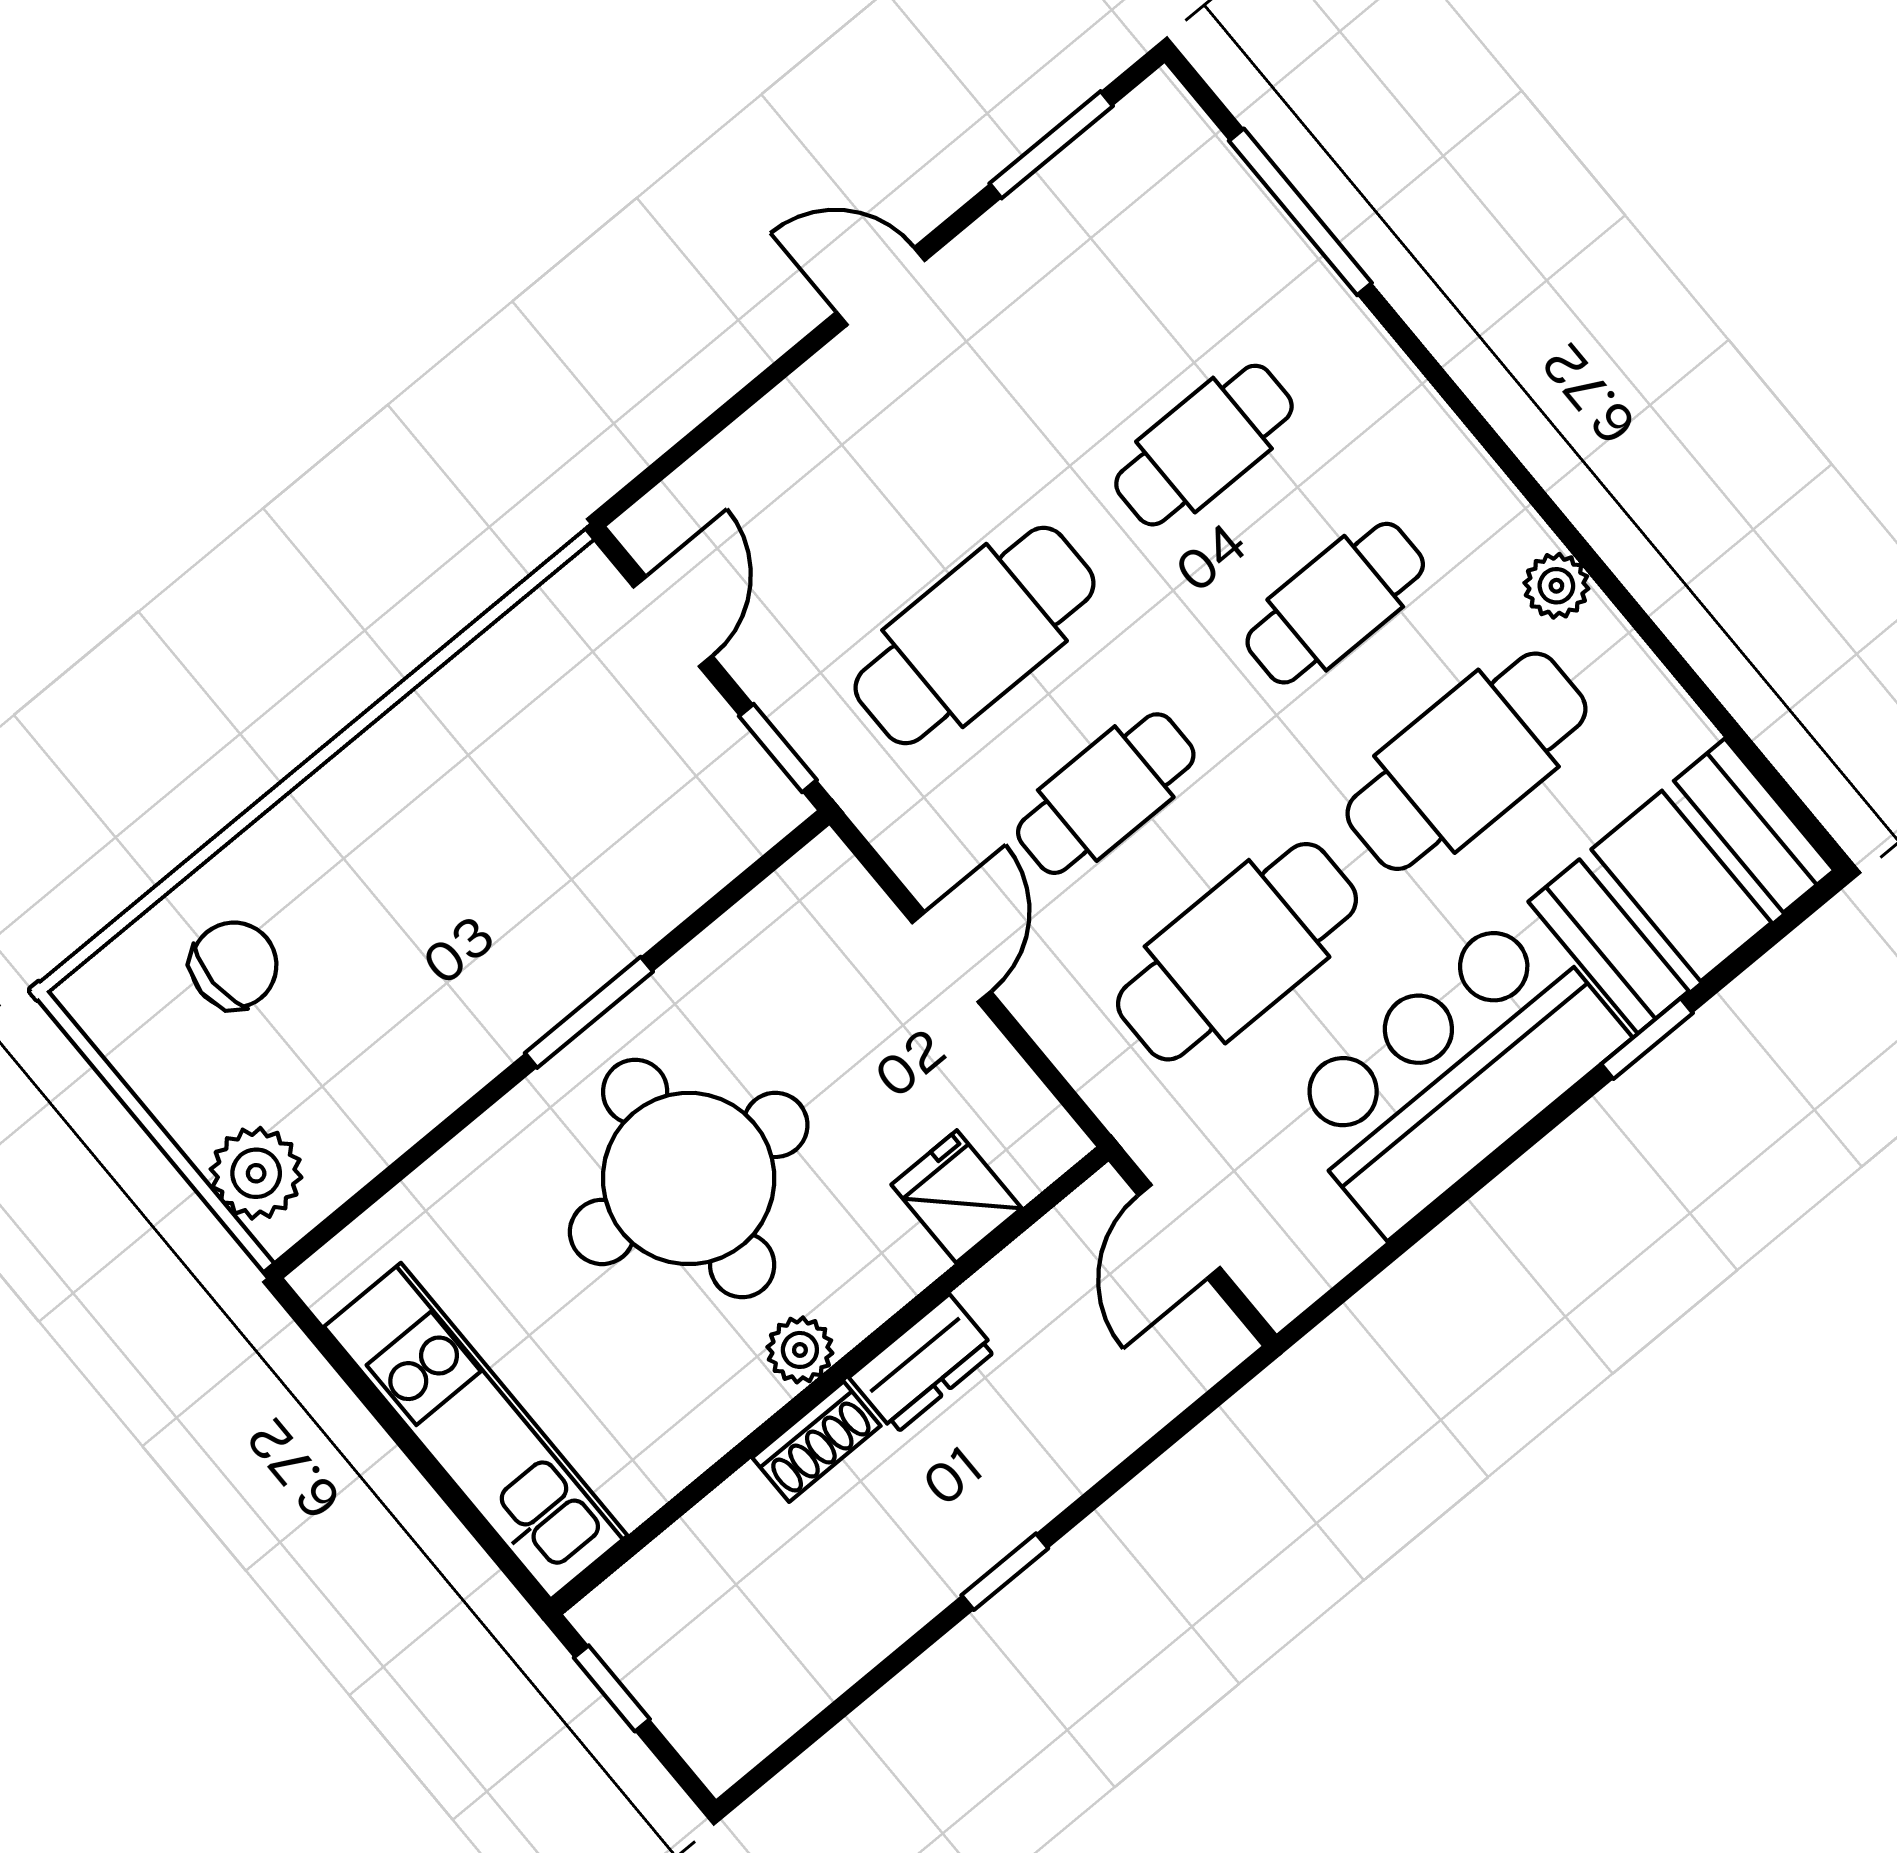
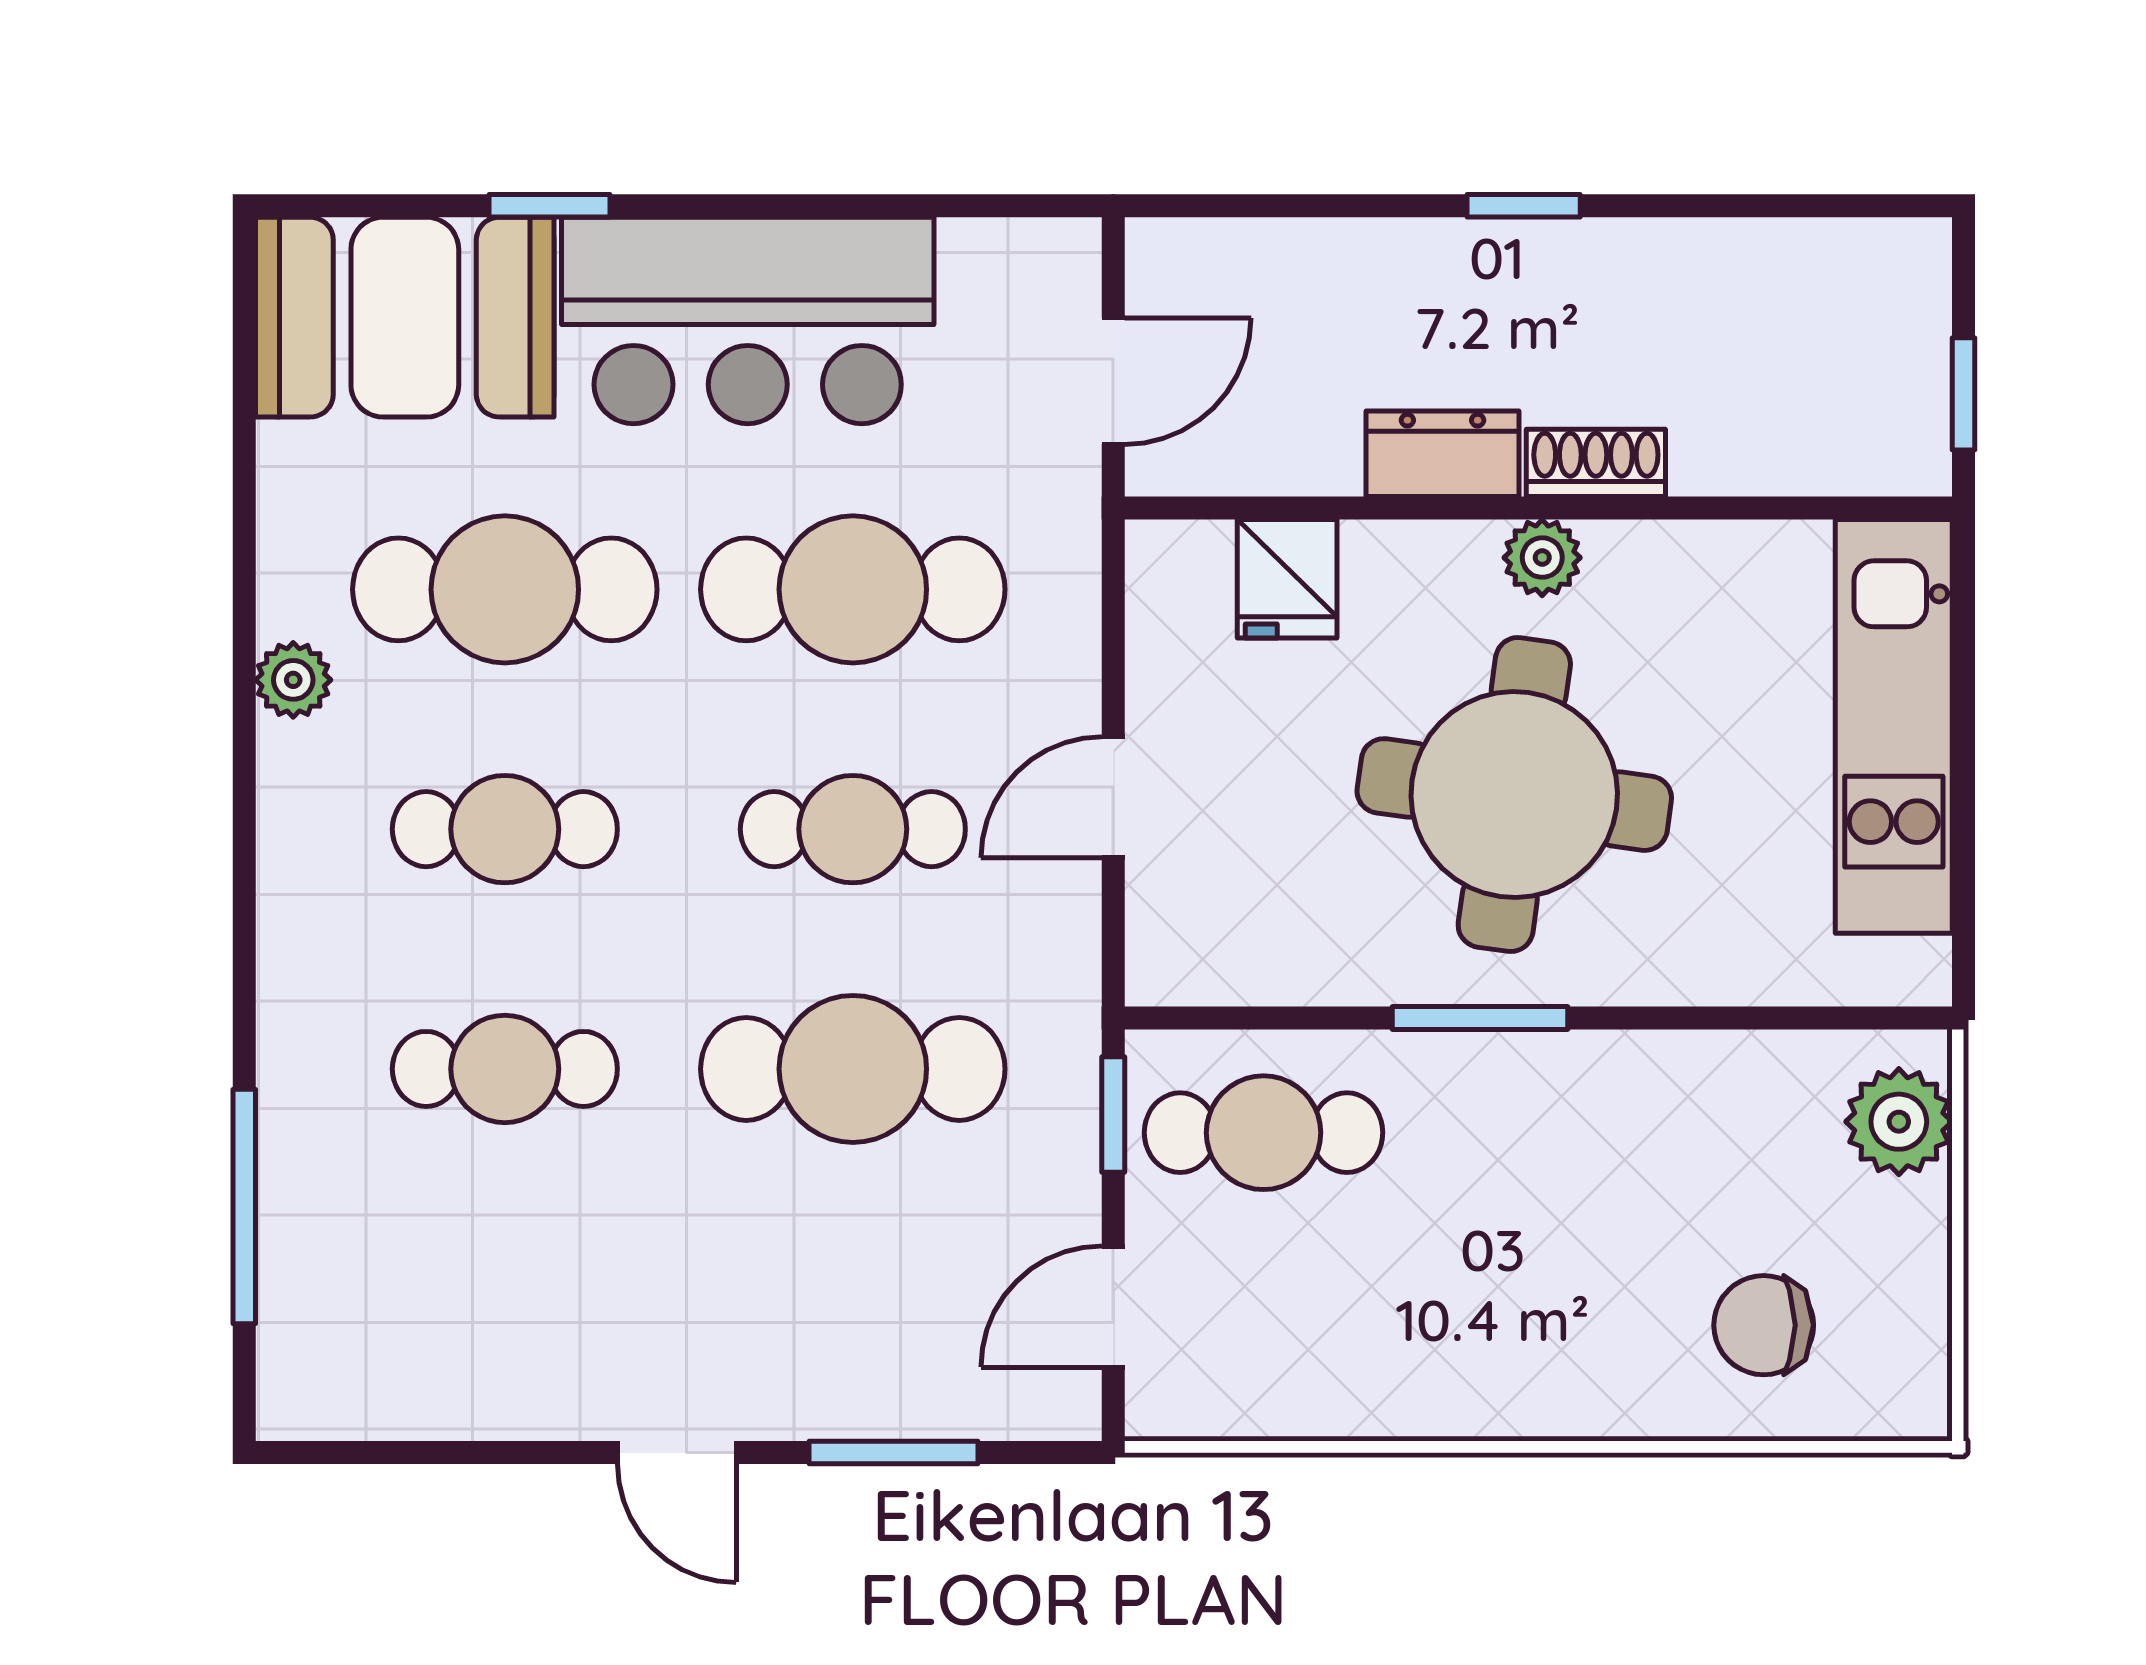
window: (1051, 145) -> (894, 1453), moved
cafe table: (669, 818) -> (1264, 1133), added

